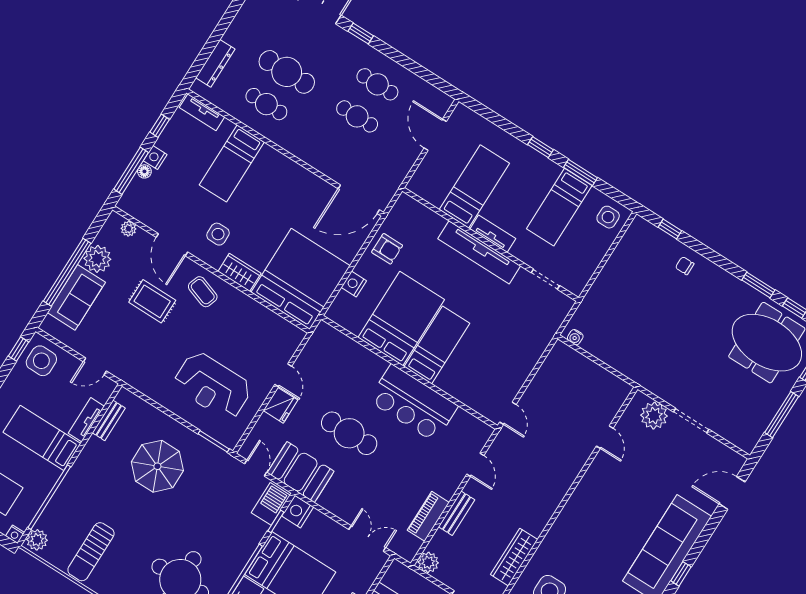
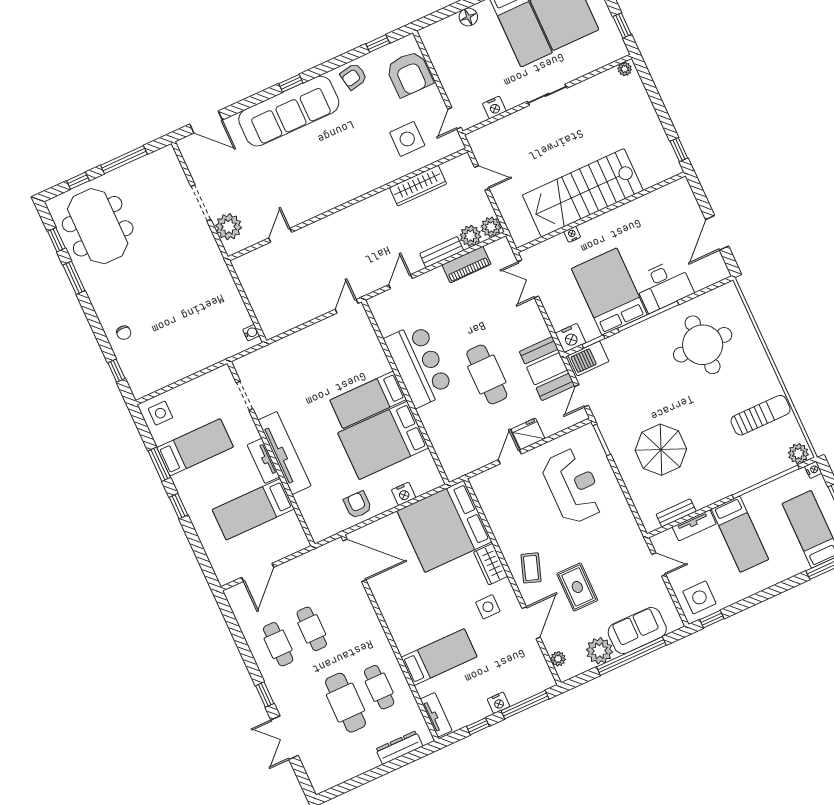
floor lamp: (144, 171) -> (515, 697), removed
plant: (441, 543) -> (470, 236), added

